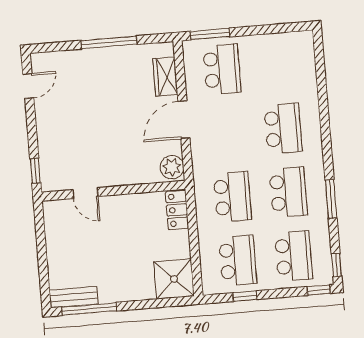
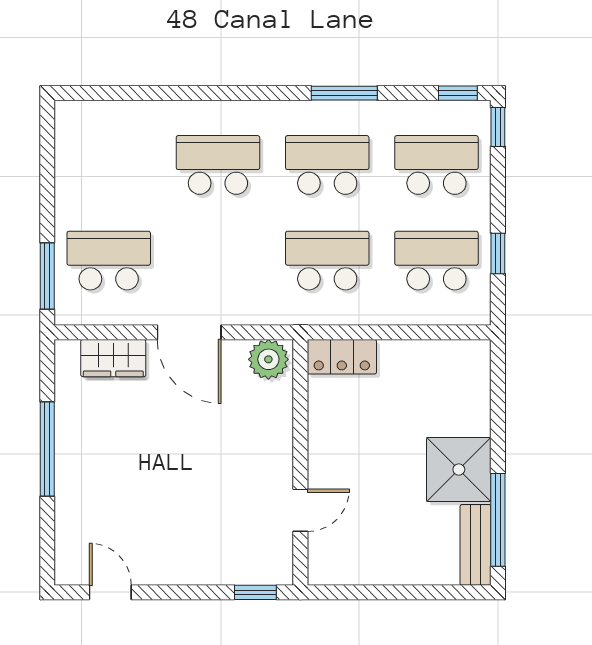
shower: (174, 279) -> (459, 470), moved

